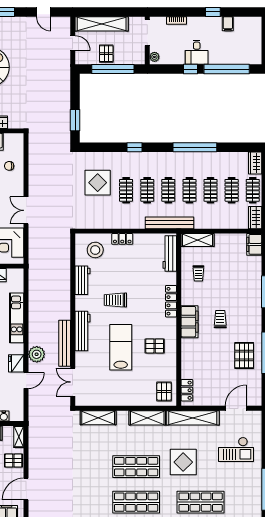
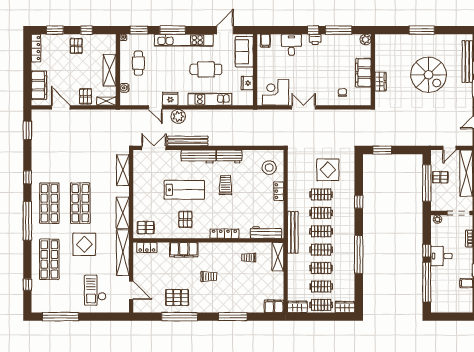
workbench: (82, 280) -> (229, 156), moved
filing cabinet: (190, 322) -> (184, 250), moved

